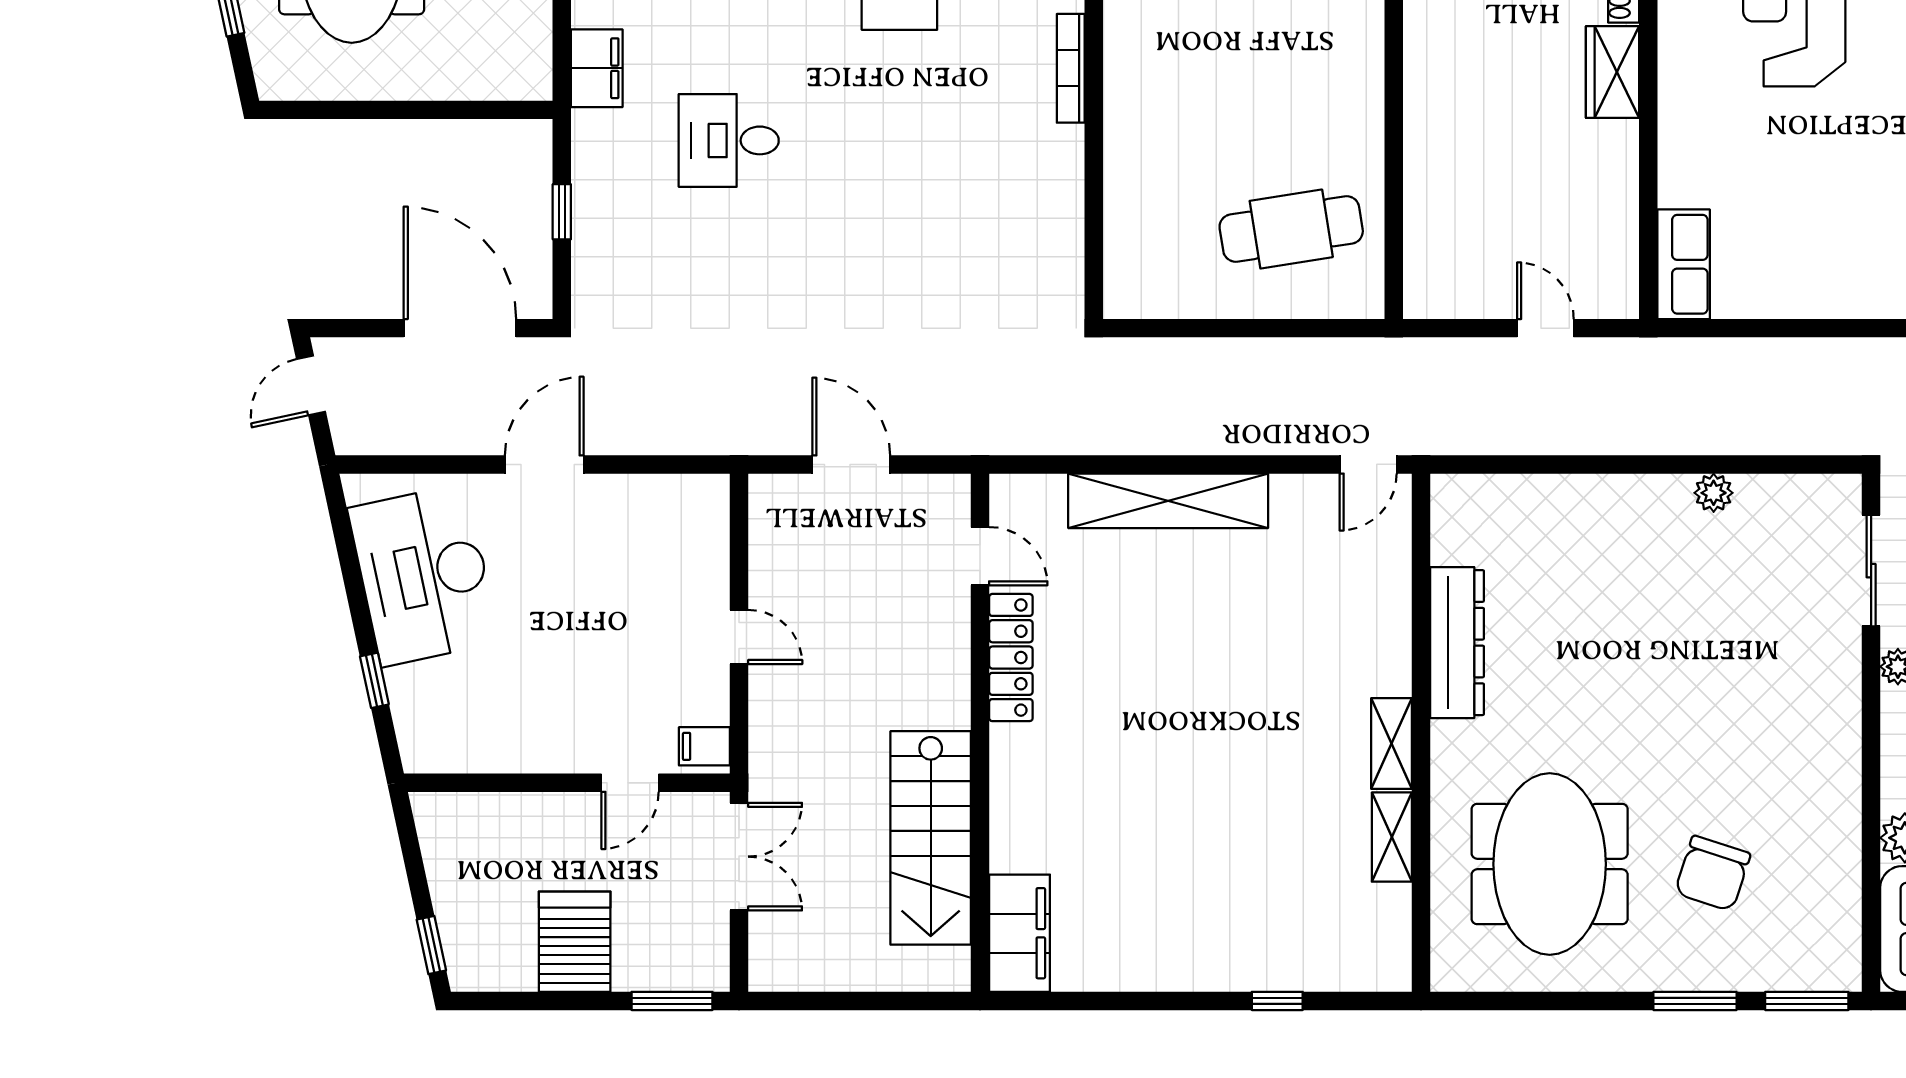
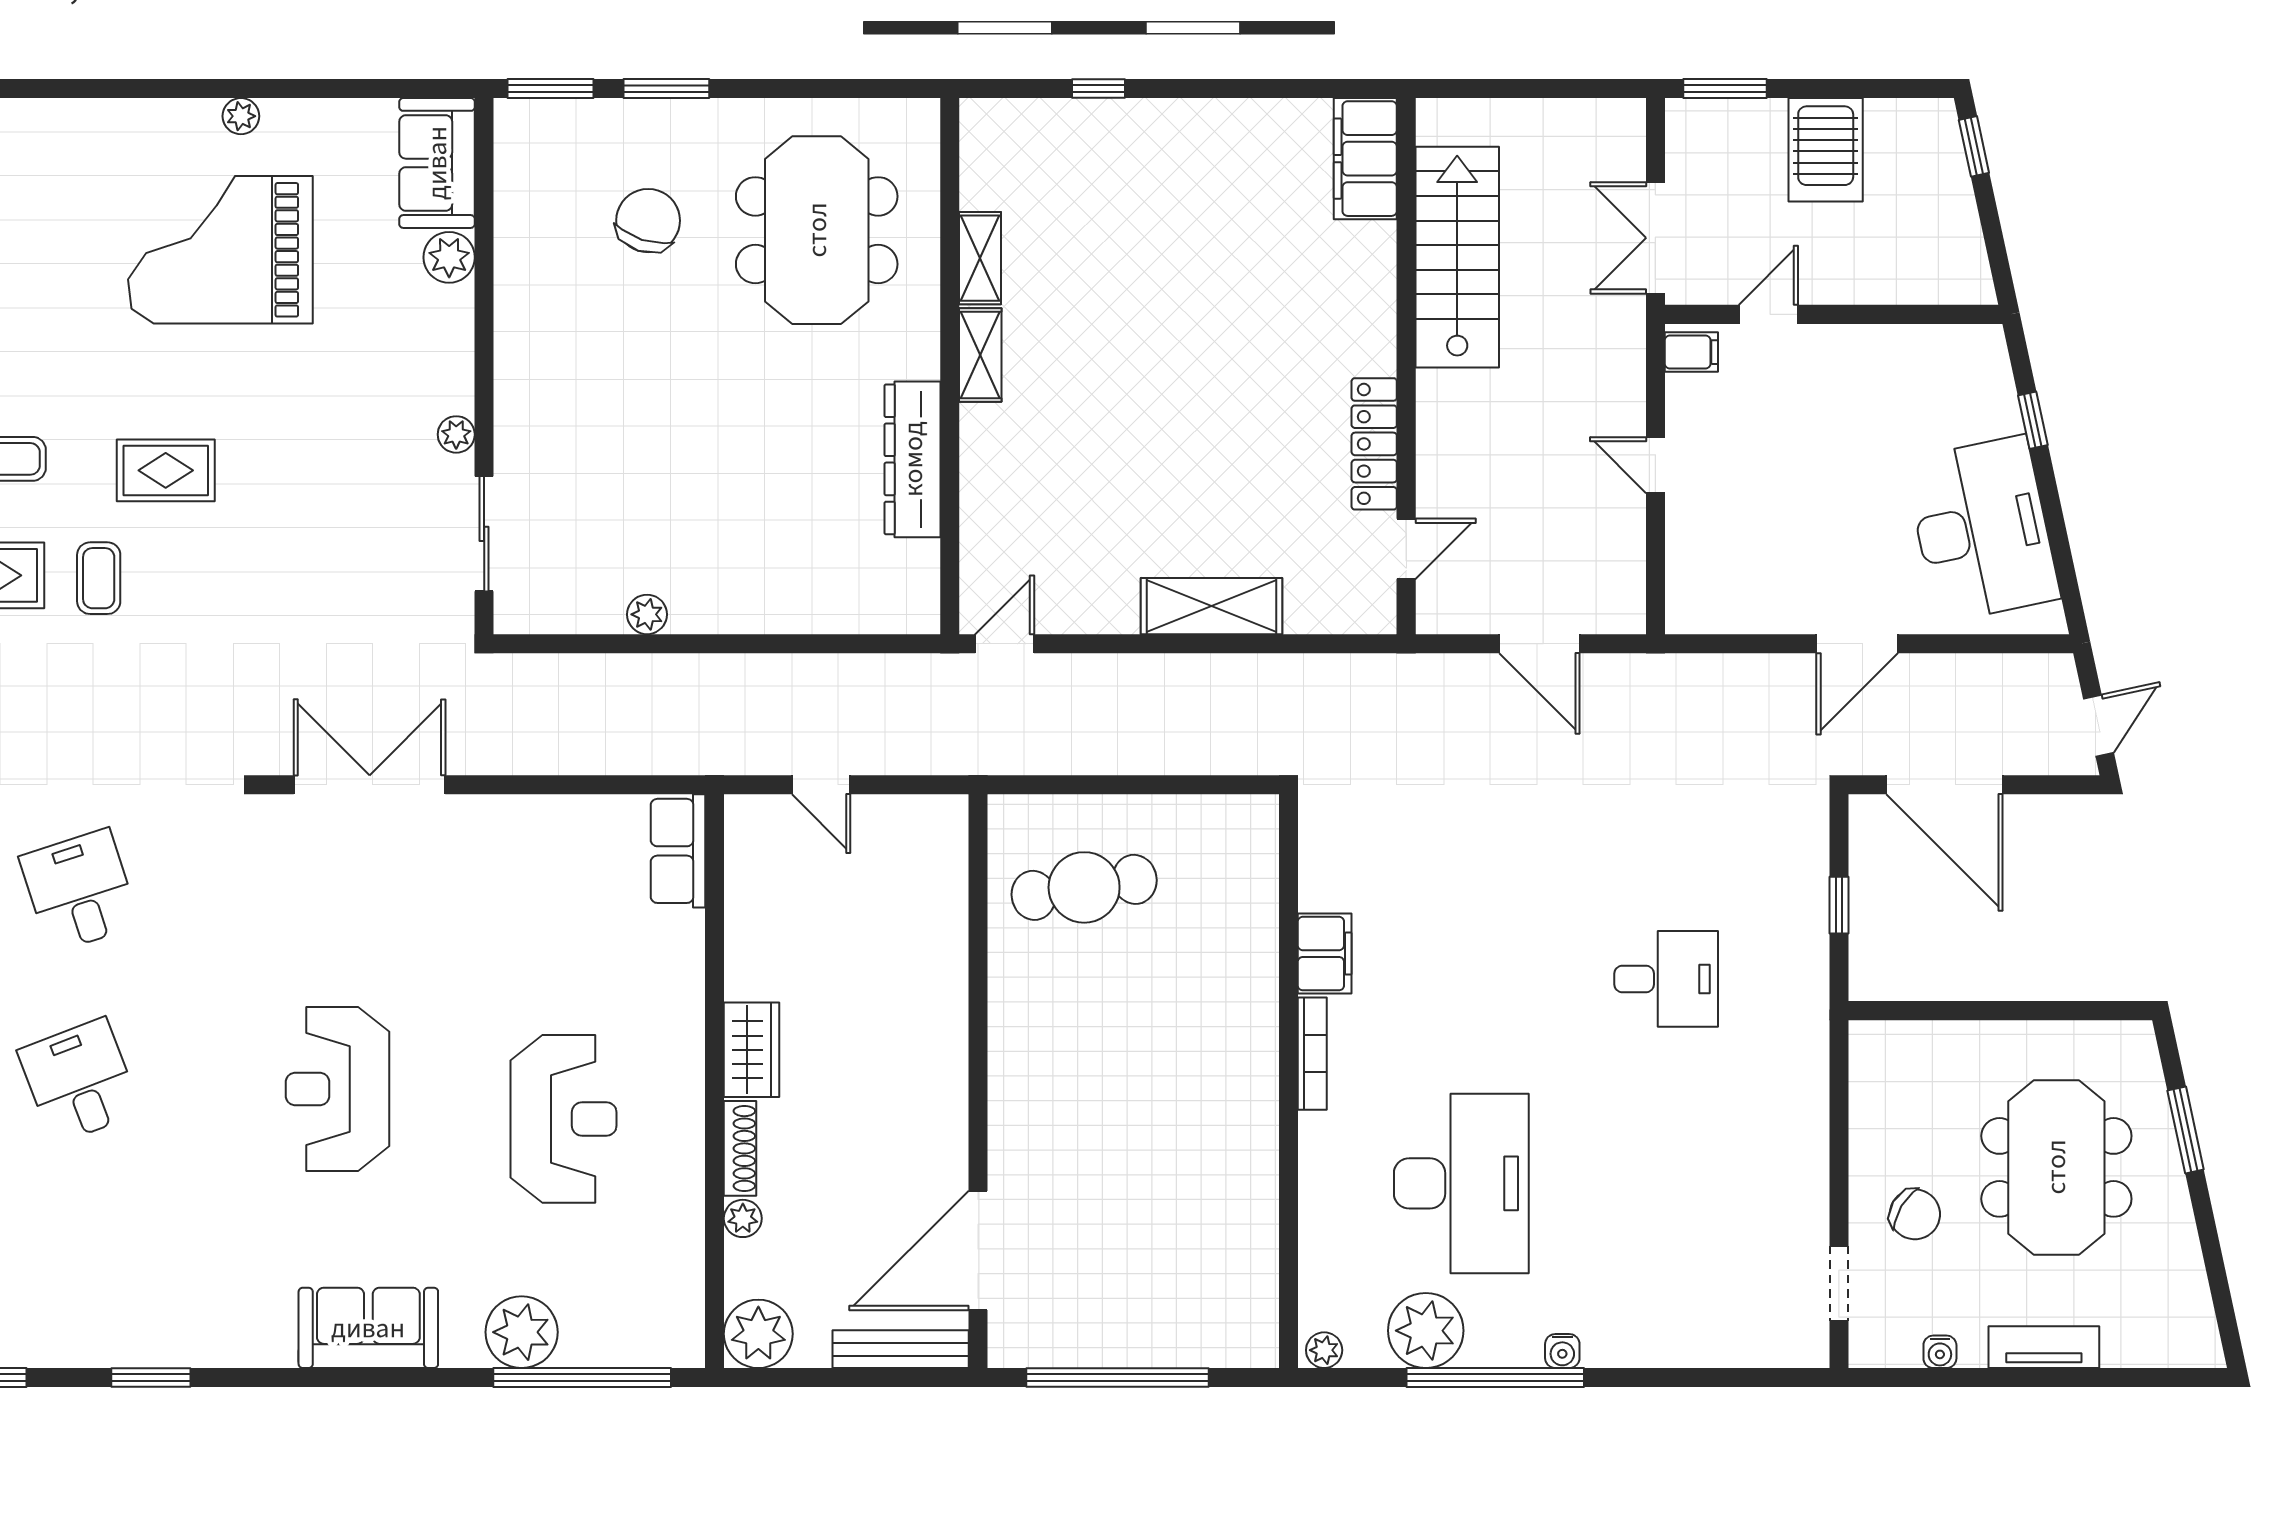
filing cabinet: (597, 68) -> (1325, 954), moved, turned 180
shelving: (1168, 501) -> (1212, 606), width x0.68
door: (980, 556) -> (1406, 549), swing flipped

